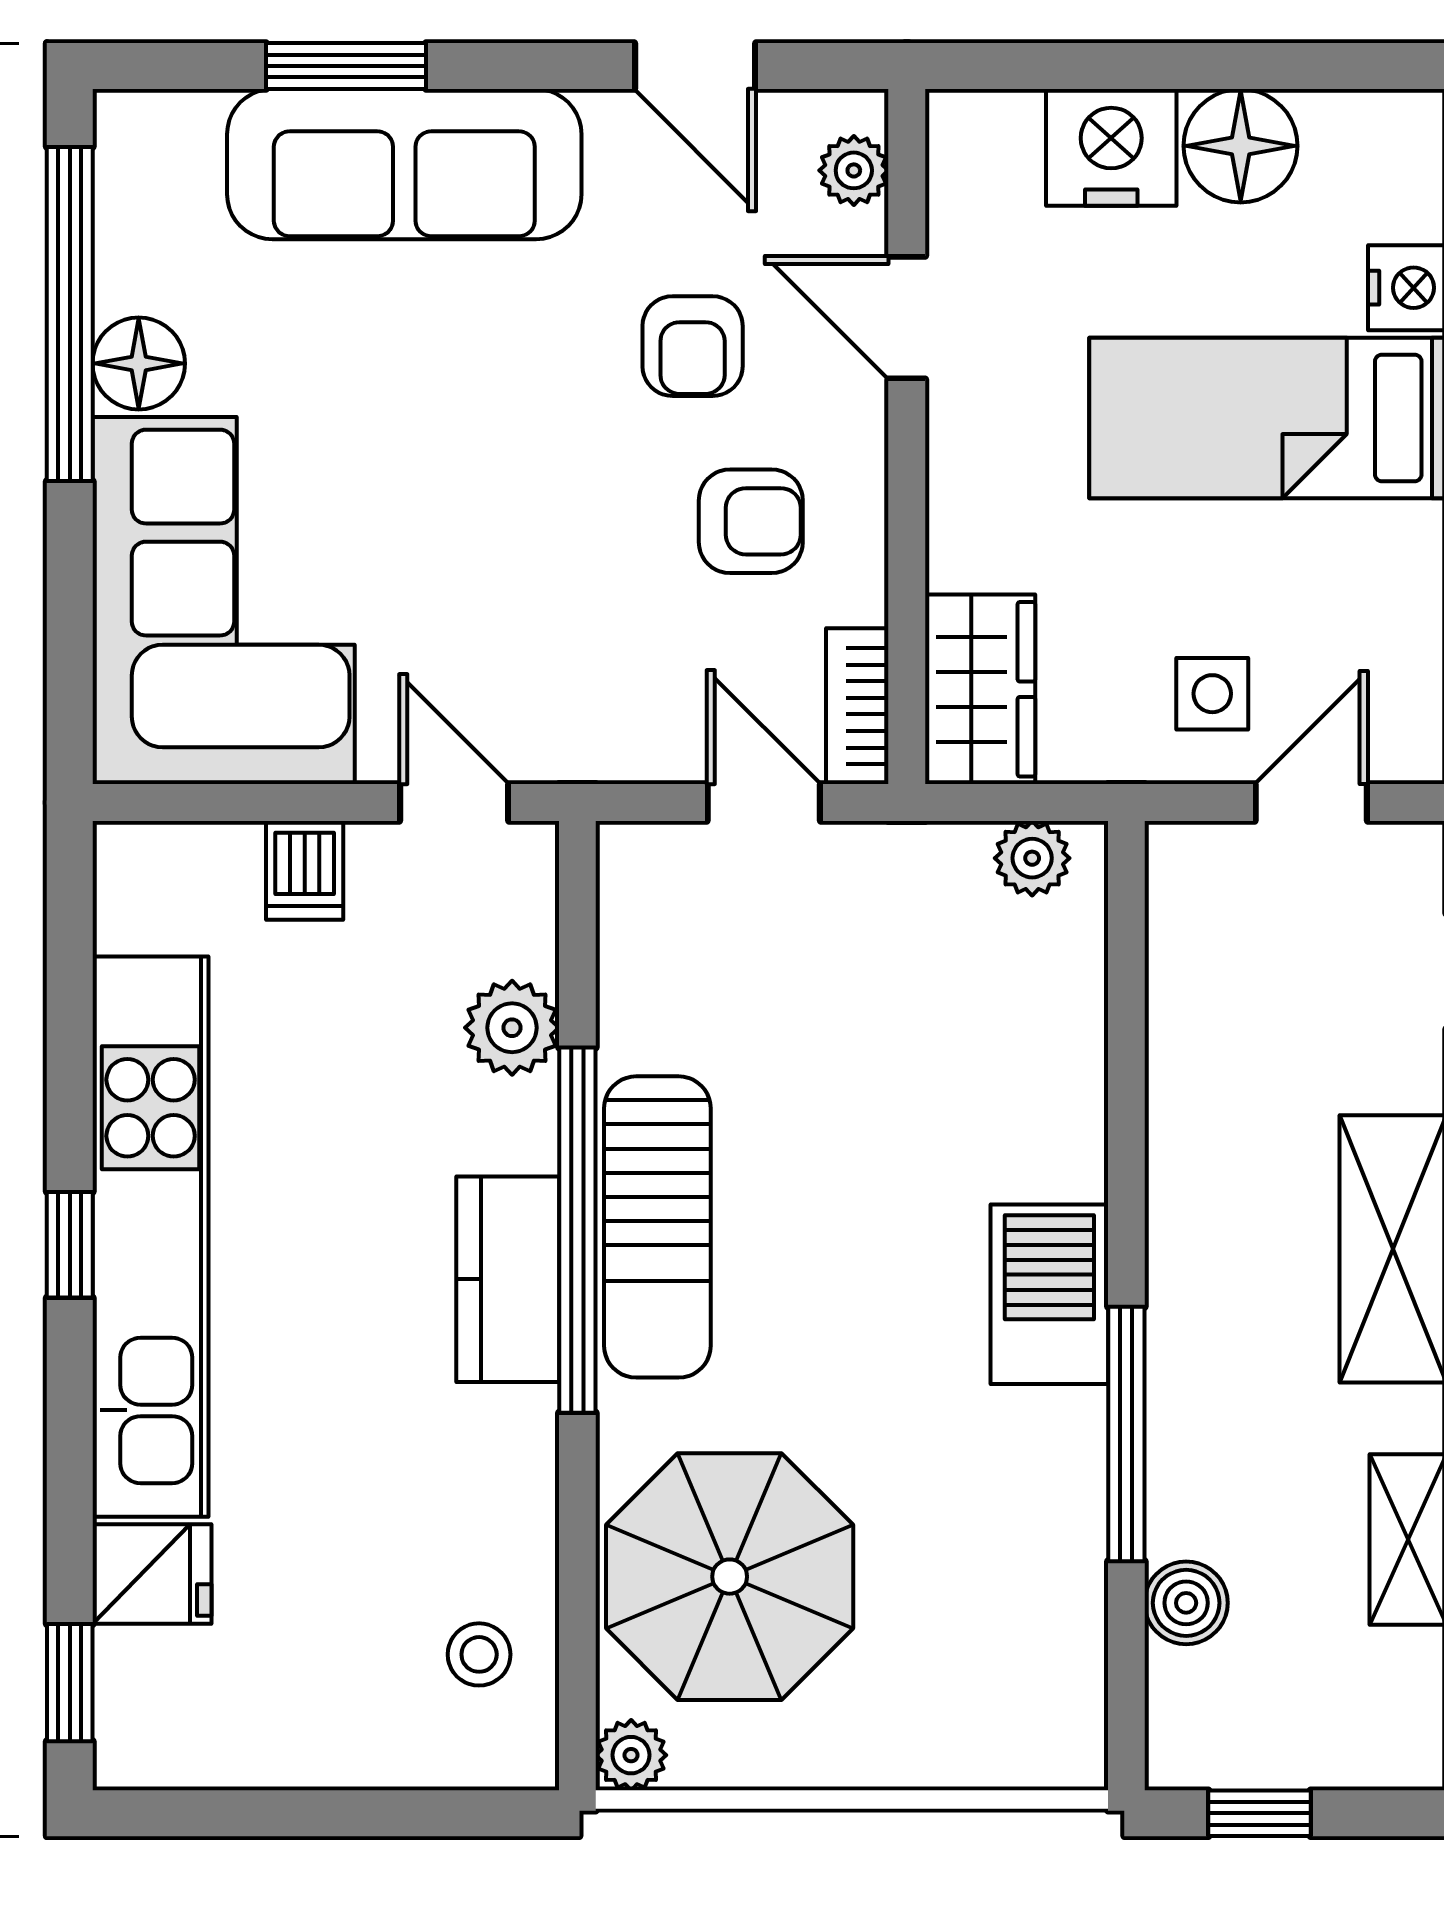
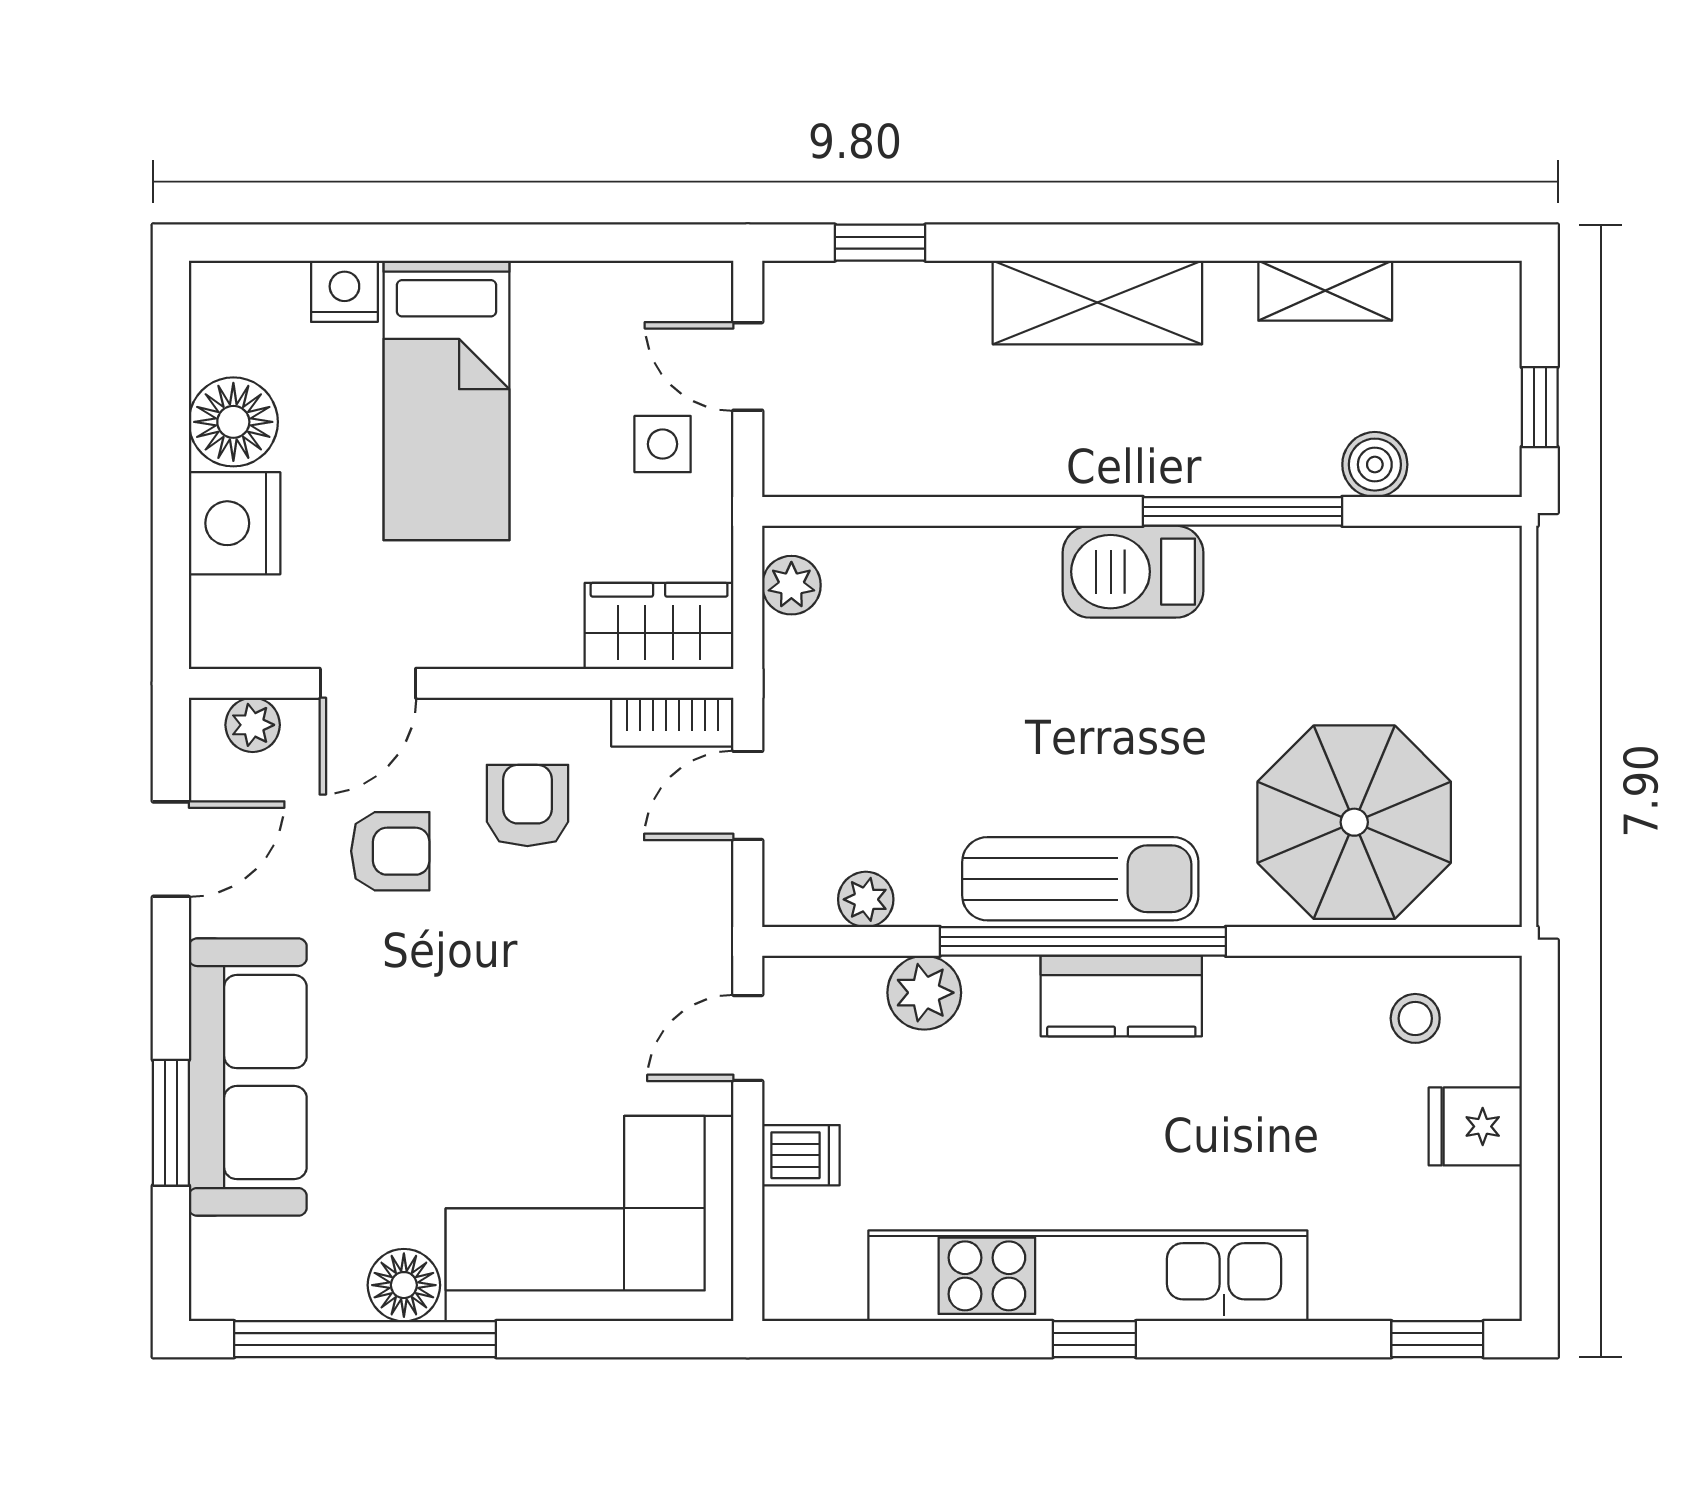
fridge: (152, 1574) -> (1475, 1126), moved, turned -90
plant: (631, 1755) -> (866, 899), moved

